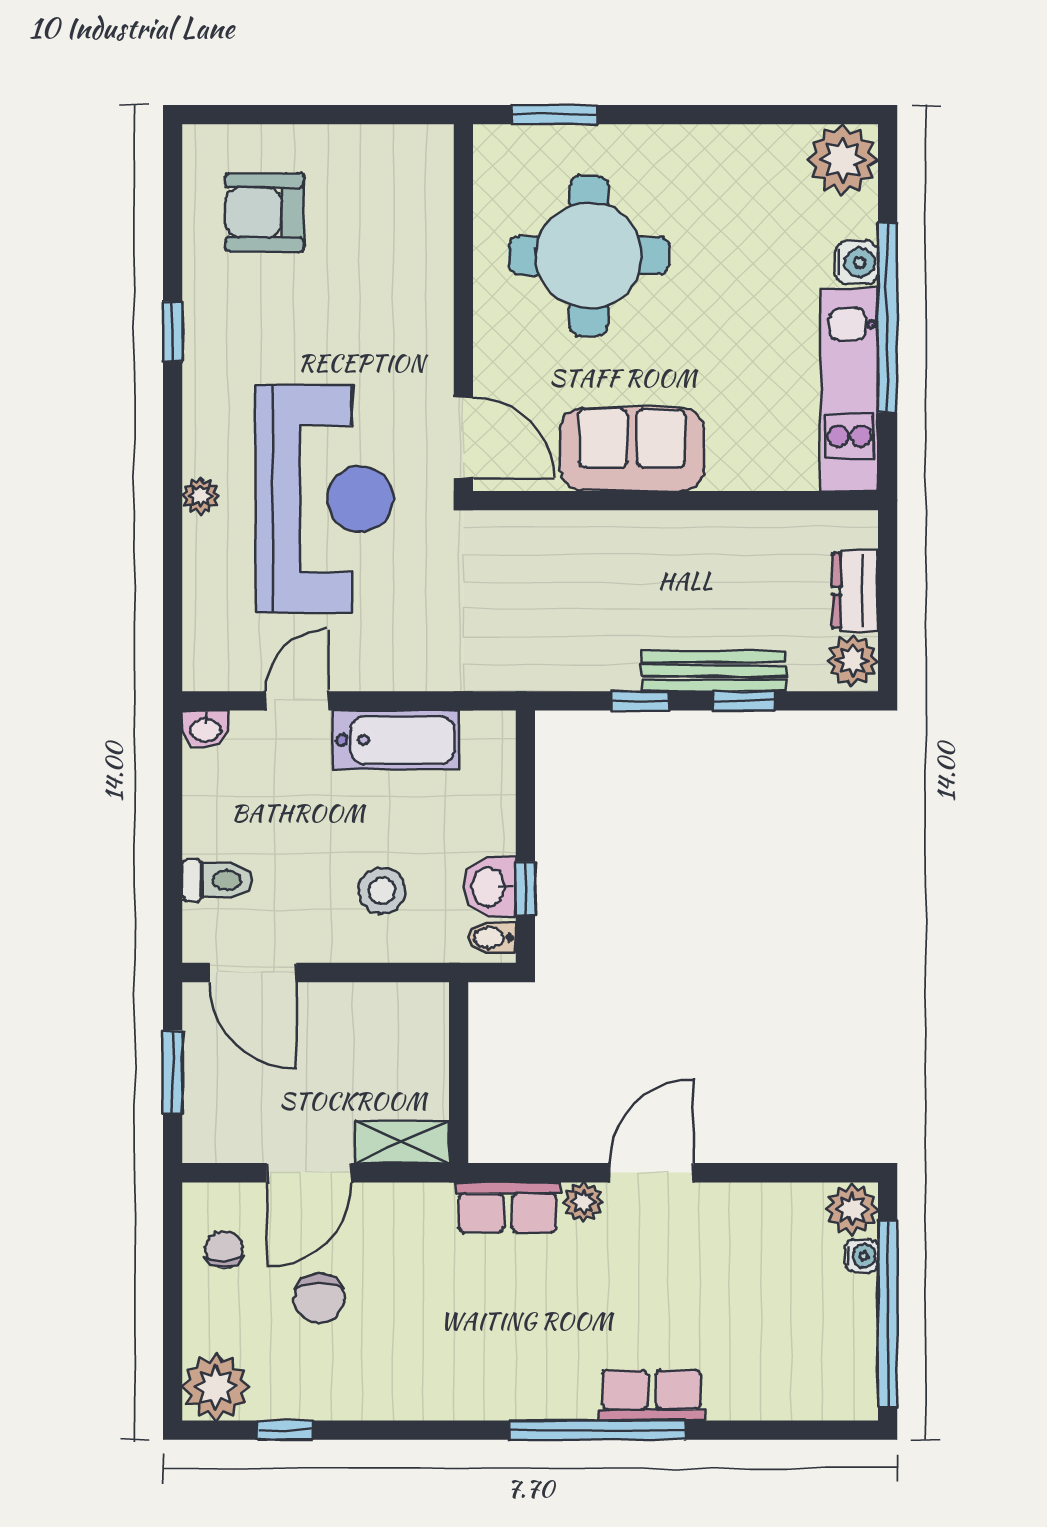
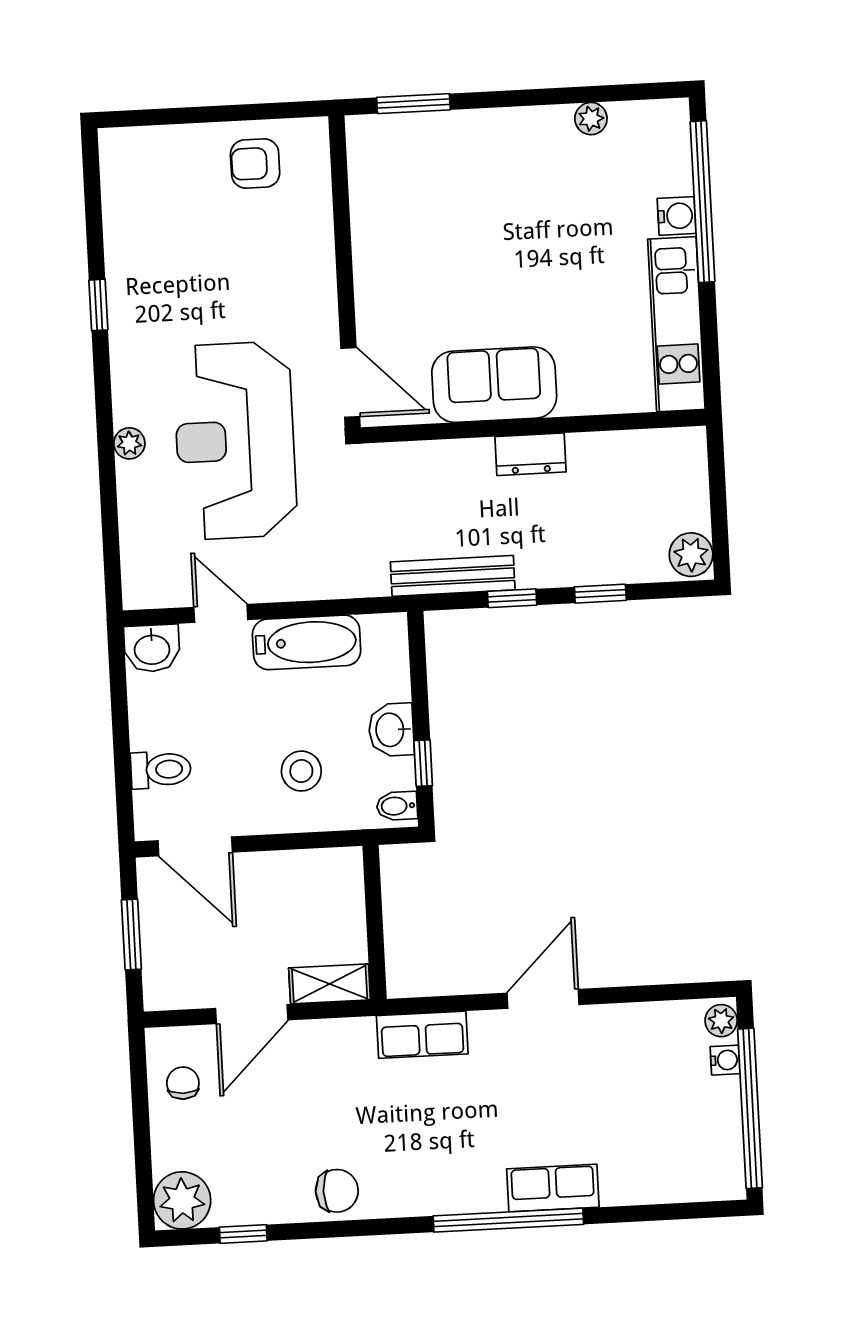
plant: (843, 160) -> (591, 119), moved, width x0.53, depth x0.53
armchair: (264, 212) -> (255, 164), moved, width x0.72, depth x0.72
round table: (589, 256) -> (449, 222), removed
window: (888, 318) -> (702, 202), moved
reception desk: (325, 499) -> (235, 441), turned 180
dresser: (855, 591) -> (531, 454), moved, turned -90
bench: (714, 671) -> (453, 576), moved
door: (297, 701) -> (221, 613), hinge flipped
washbasin: (205, 729) -> (152, 648), width x1.38, depth x1.45
washbasin: (490, 887) -> (391, 730), moved
plant: (584, 1202) -> (487, 1027), removed
plant: (852, 1209) -> (721, 1021), width x0.73, depth x0.73
chair: (319, 1298) -> (337, 1191), moved, turned -90

